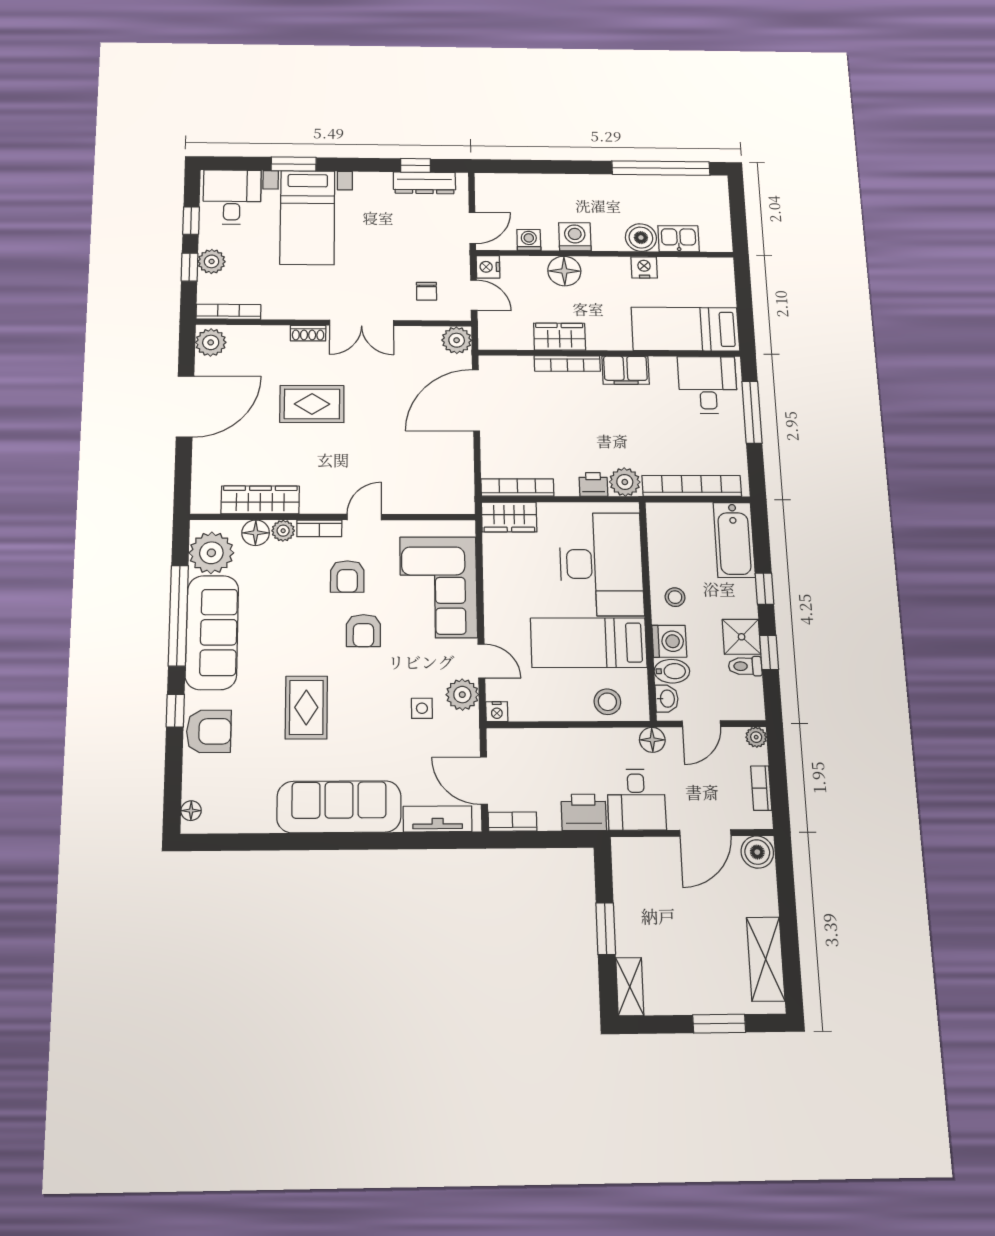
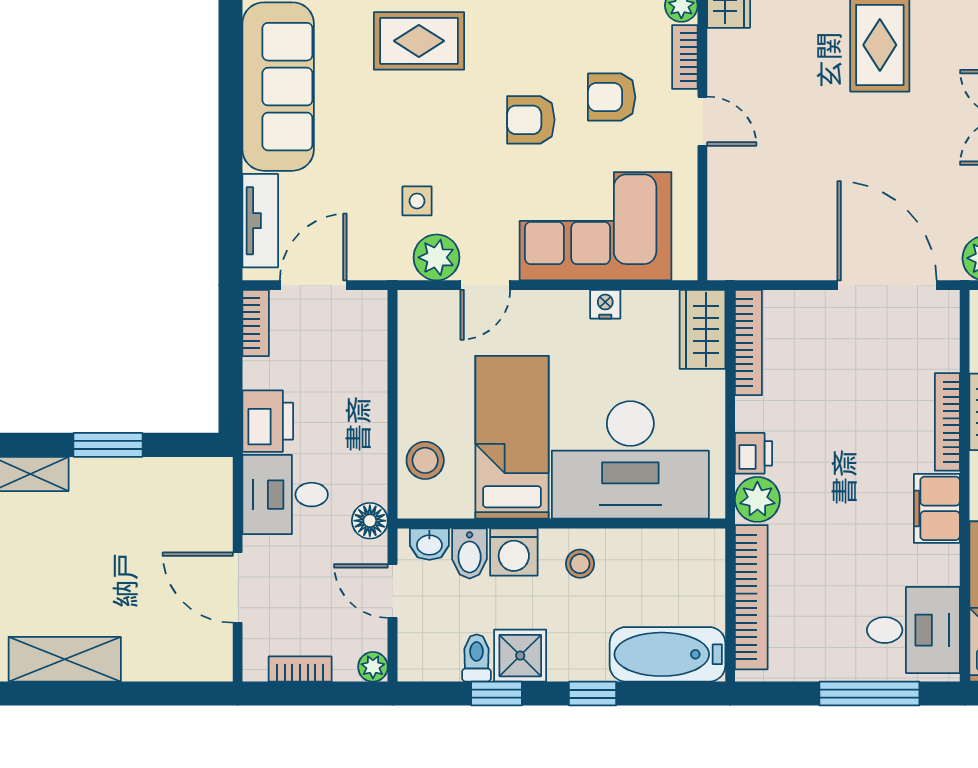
nightstand: (497, 712) -> (605, 304), moved, turned 90
boiler: (757, 852) -> (210, 658), removed

